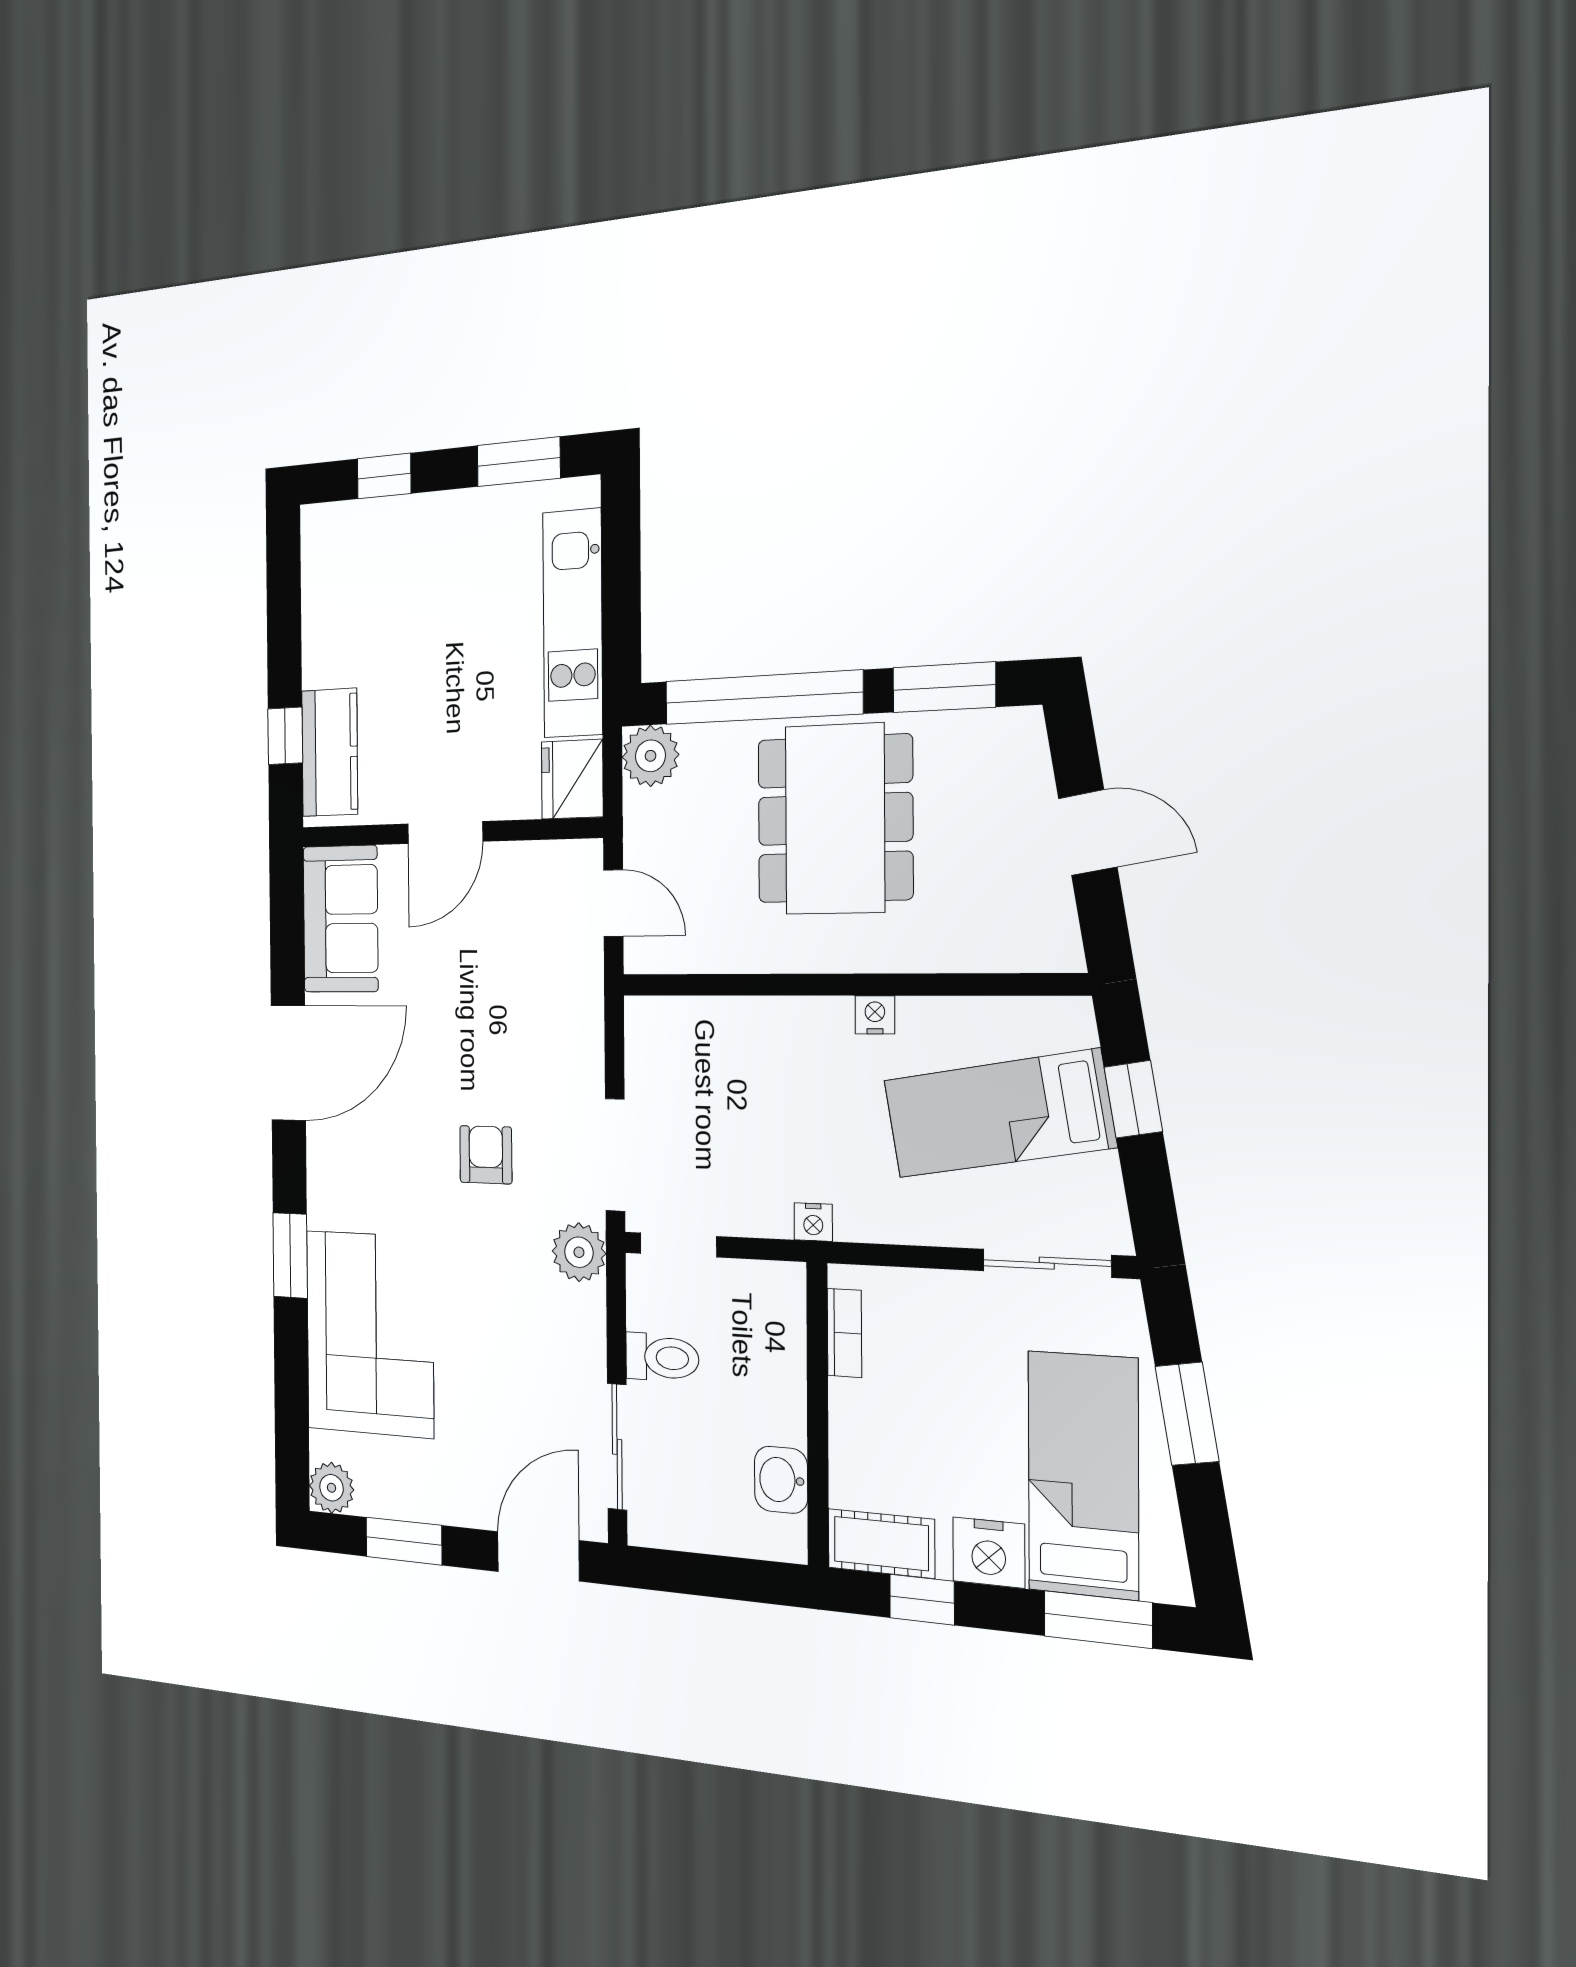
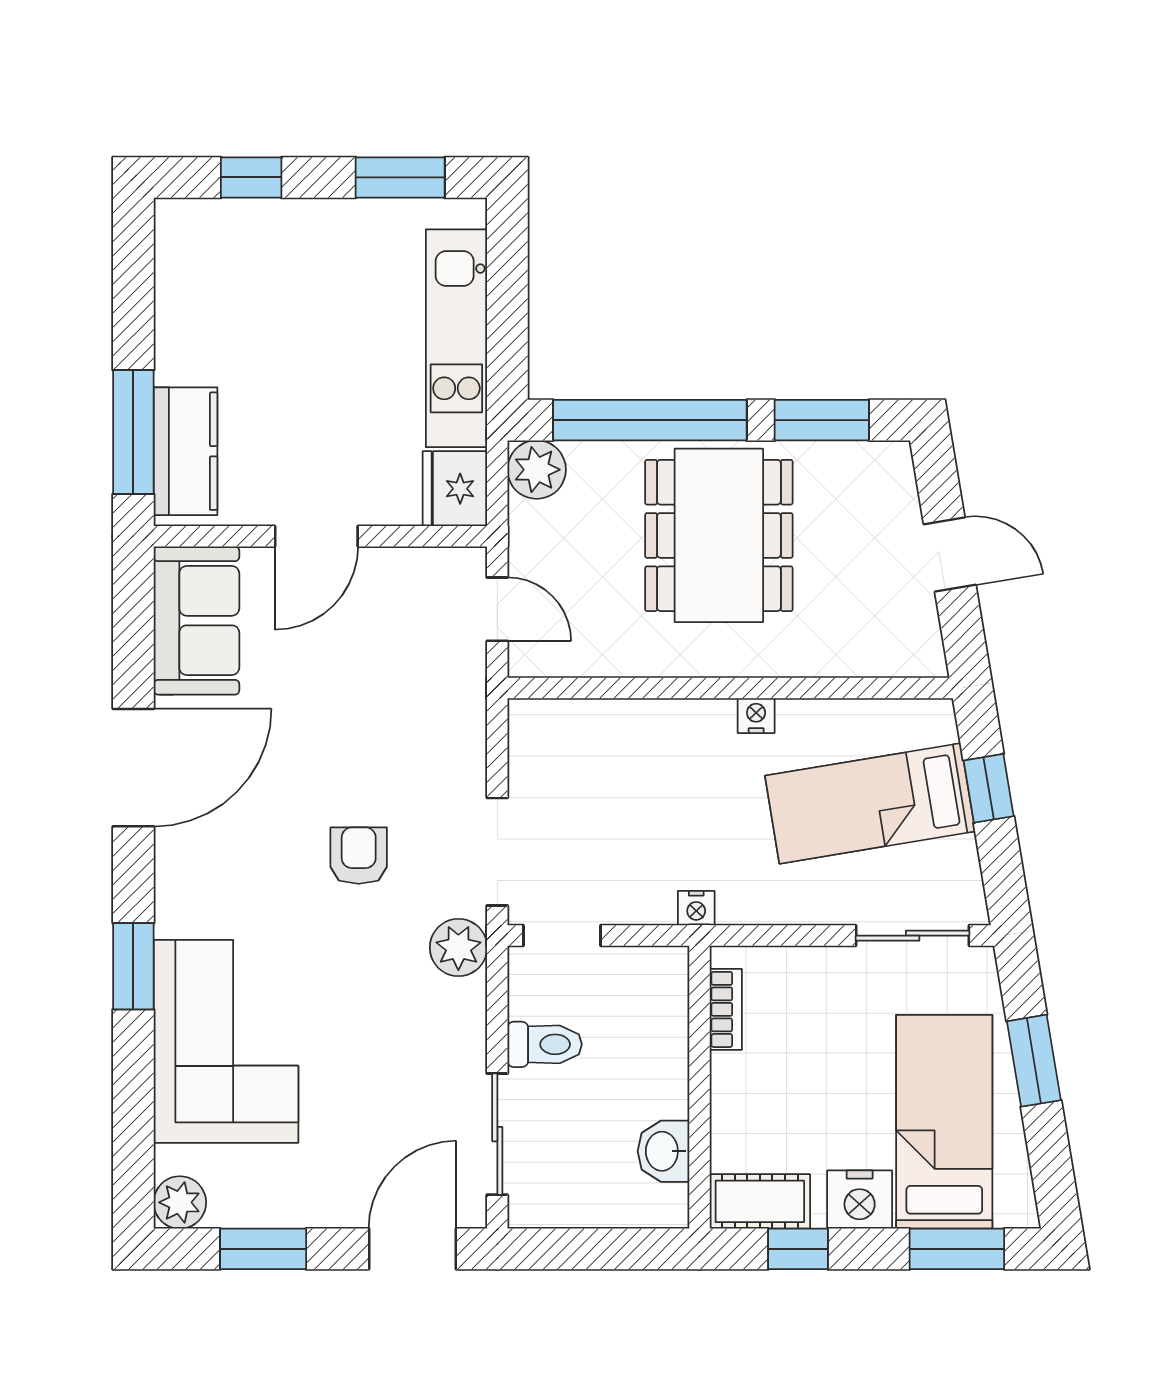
window: (285, 736) -> (133, 432), width x2.17

